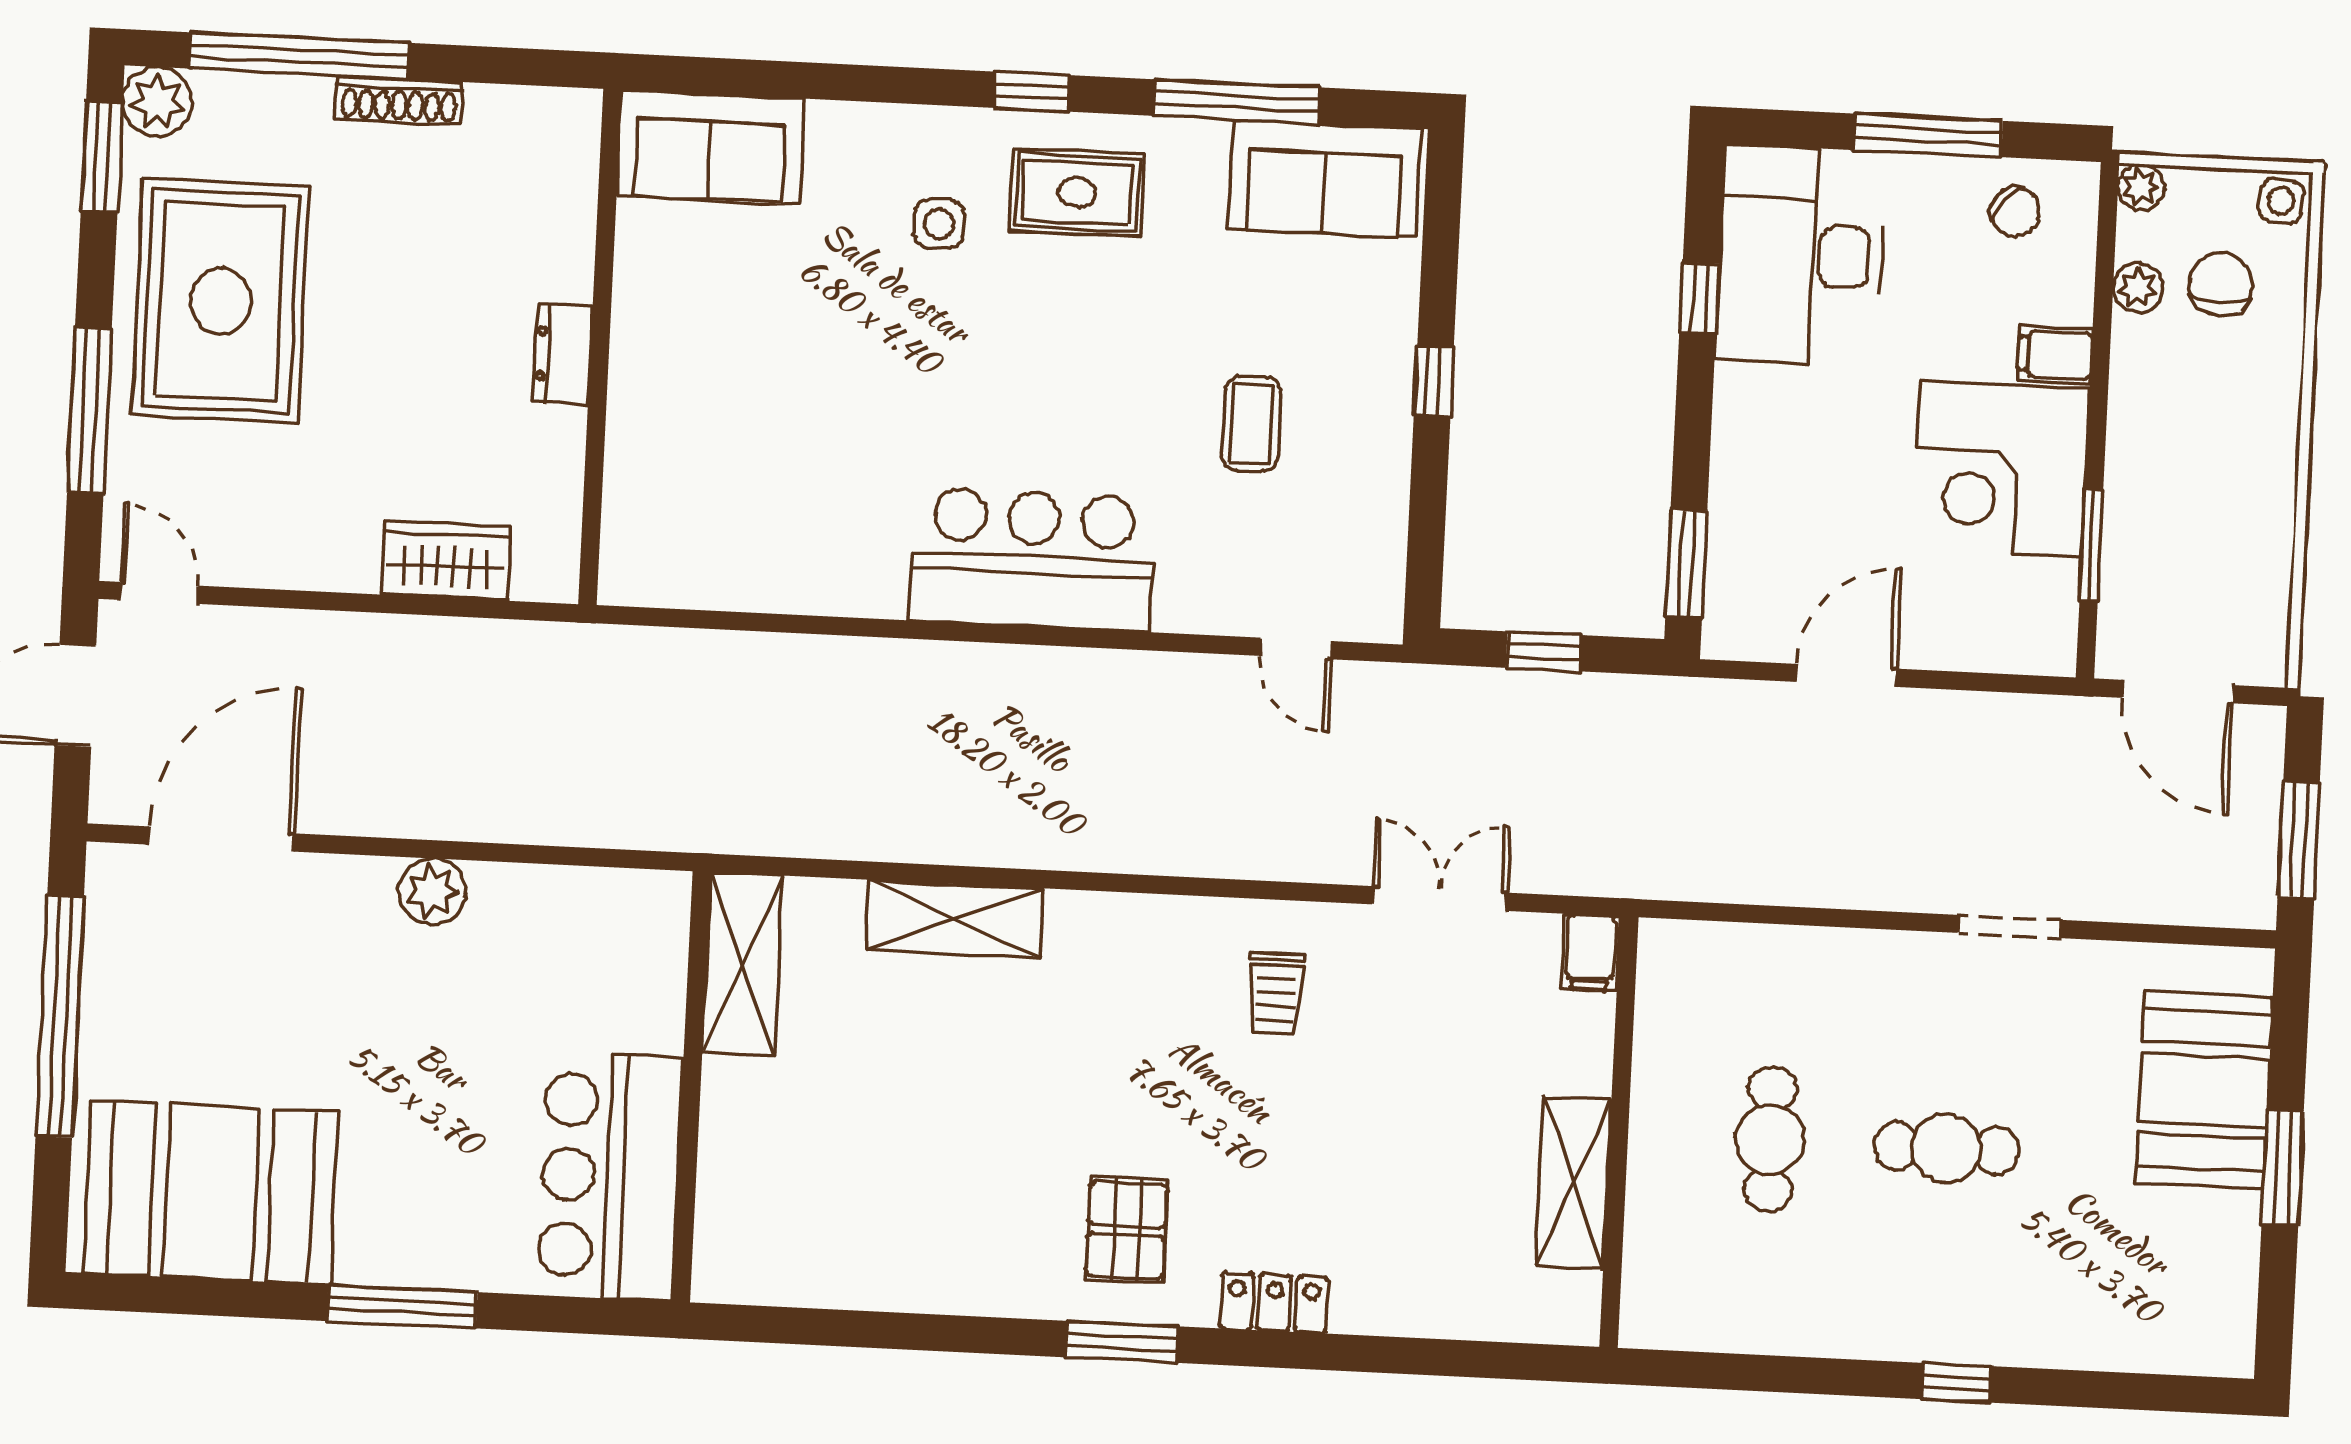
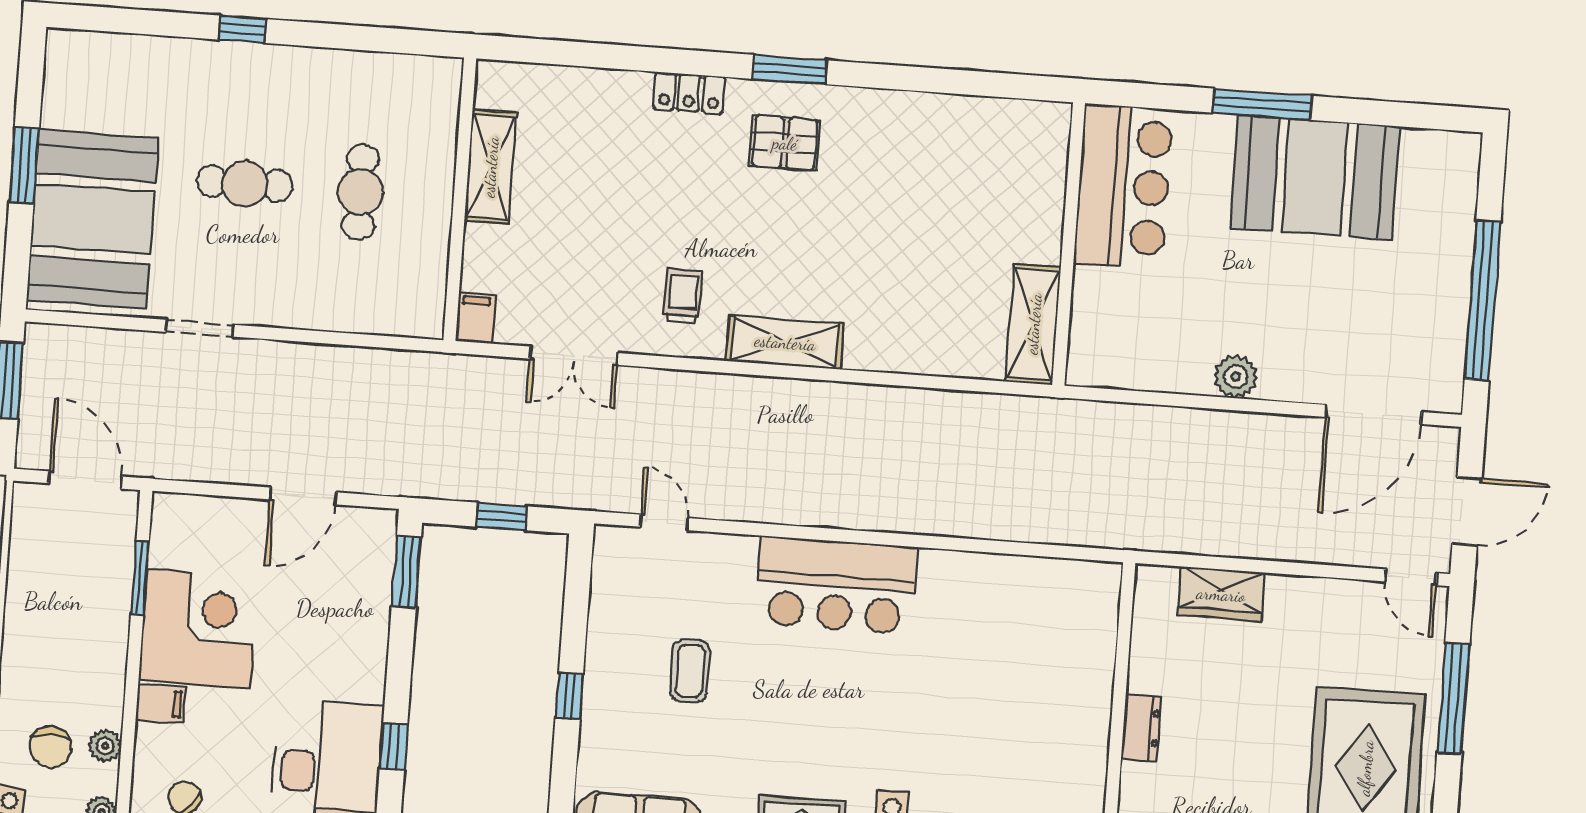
shelving: (955, 919) -> (785, 342), moved
booth: (2204, 1090) -> (92, 219), width x1.36, depth x1.42
booth: (211, 1192) -> (1315, 177), moved
pallet: (1127, 1230) -> (785, 143), turned 90

